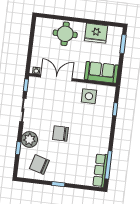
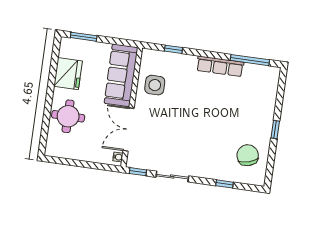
sofa: (101, 72) -> (121, 75), width x1.36
chair: (60, 133) -> (205, 125), removed
plant: (29, 140) -> (213, 168), removed
chair: (39, 165) -> (248, 155), turned 148
row of seats: (100, 170) -> (220, 66), moved

